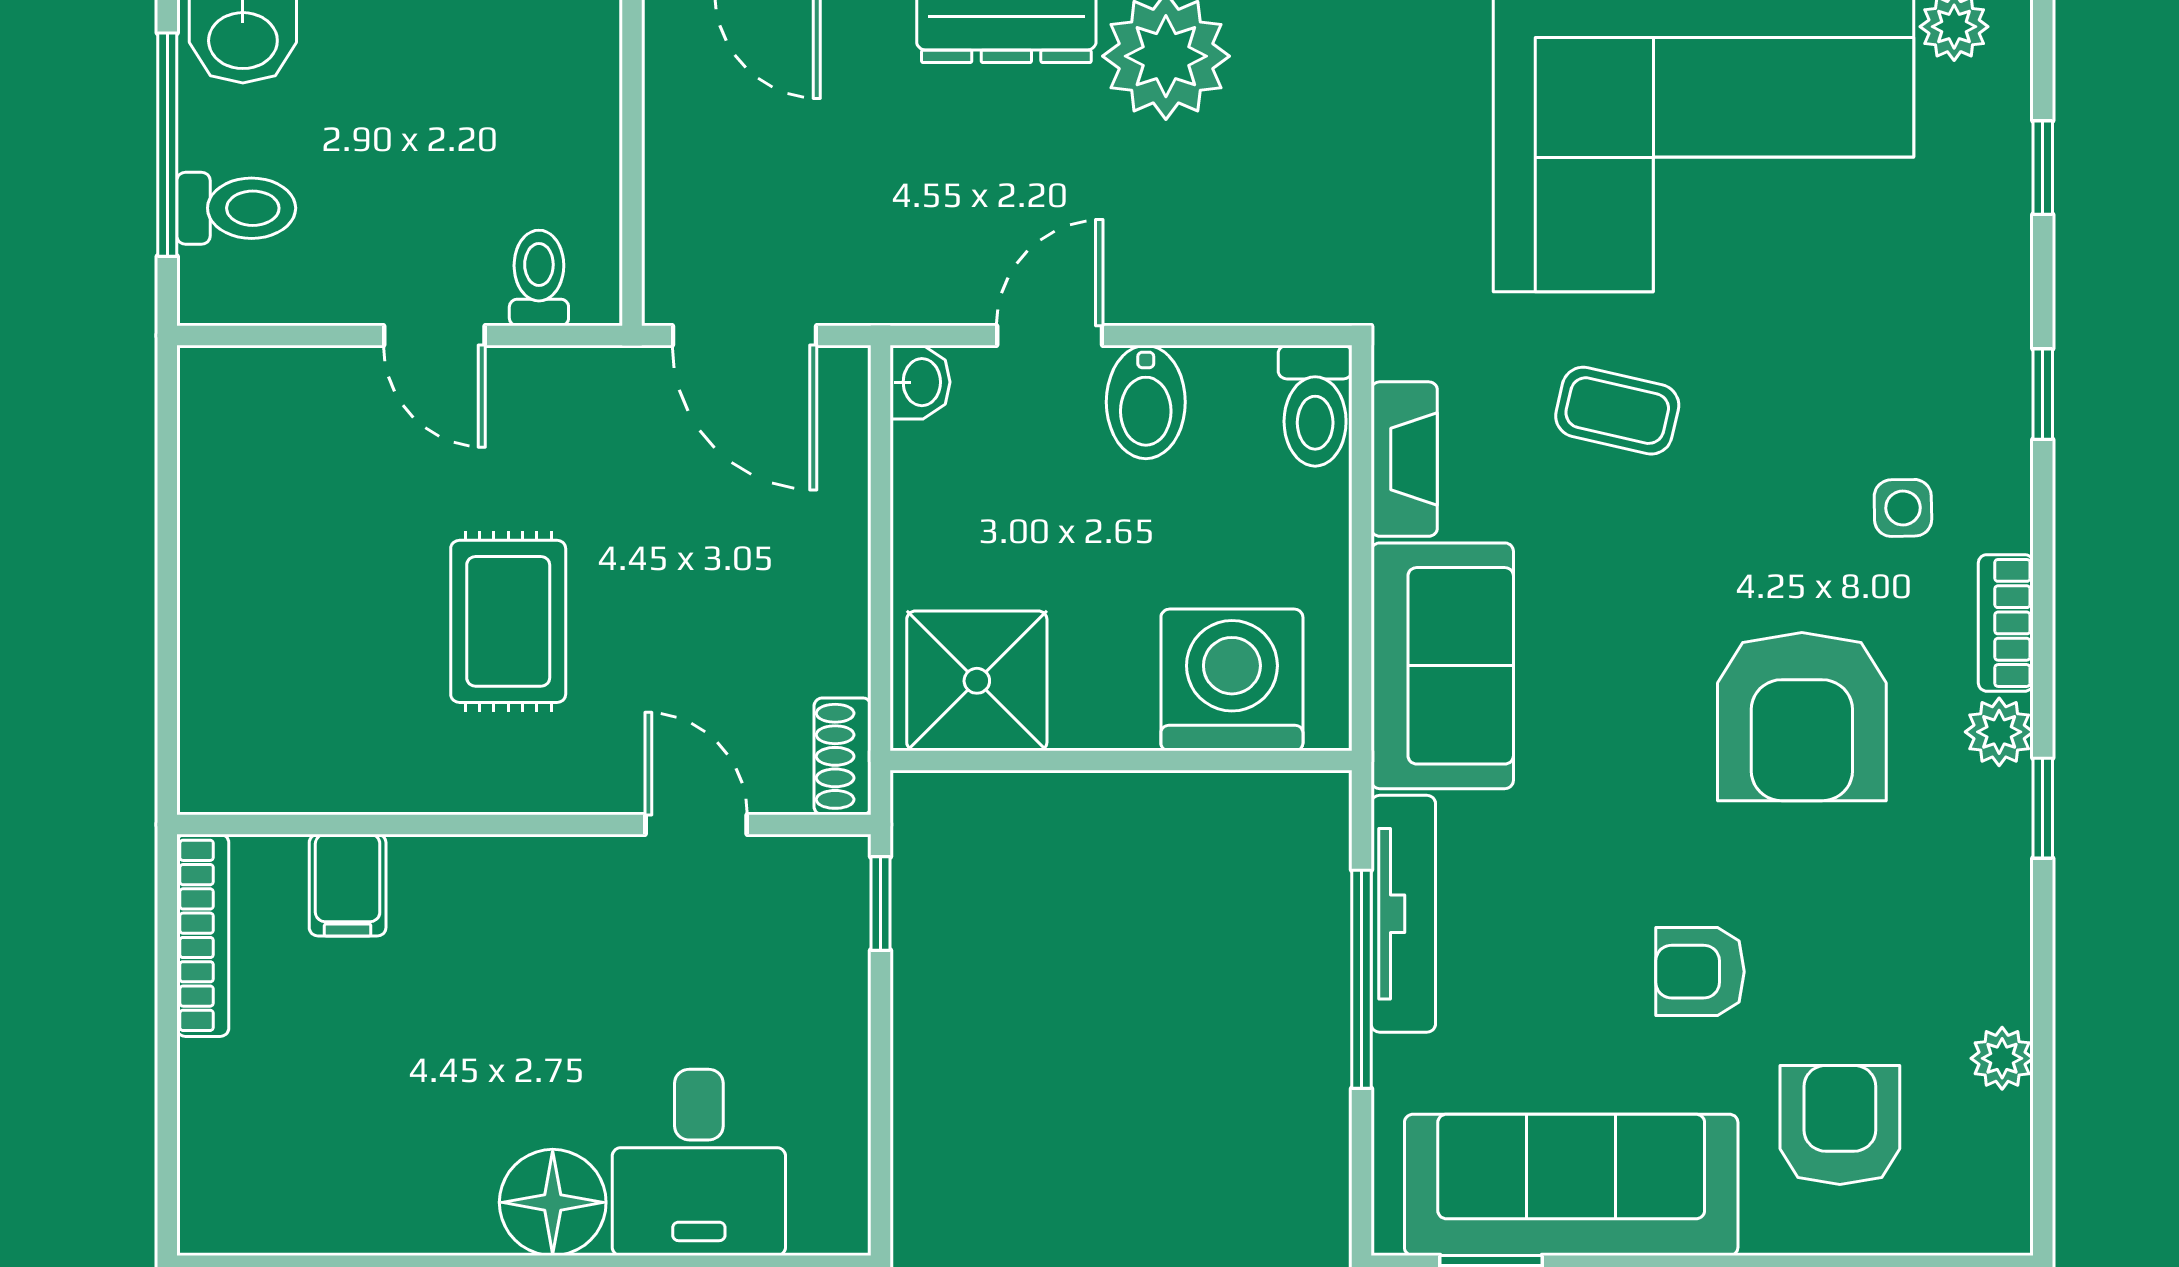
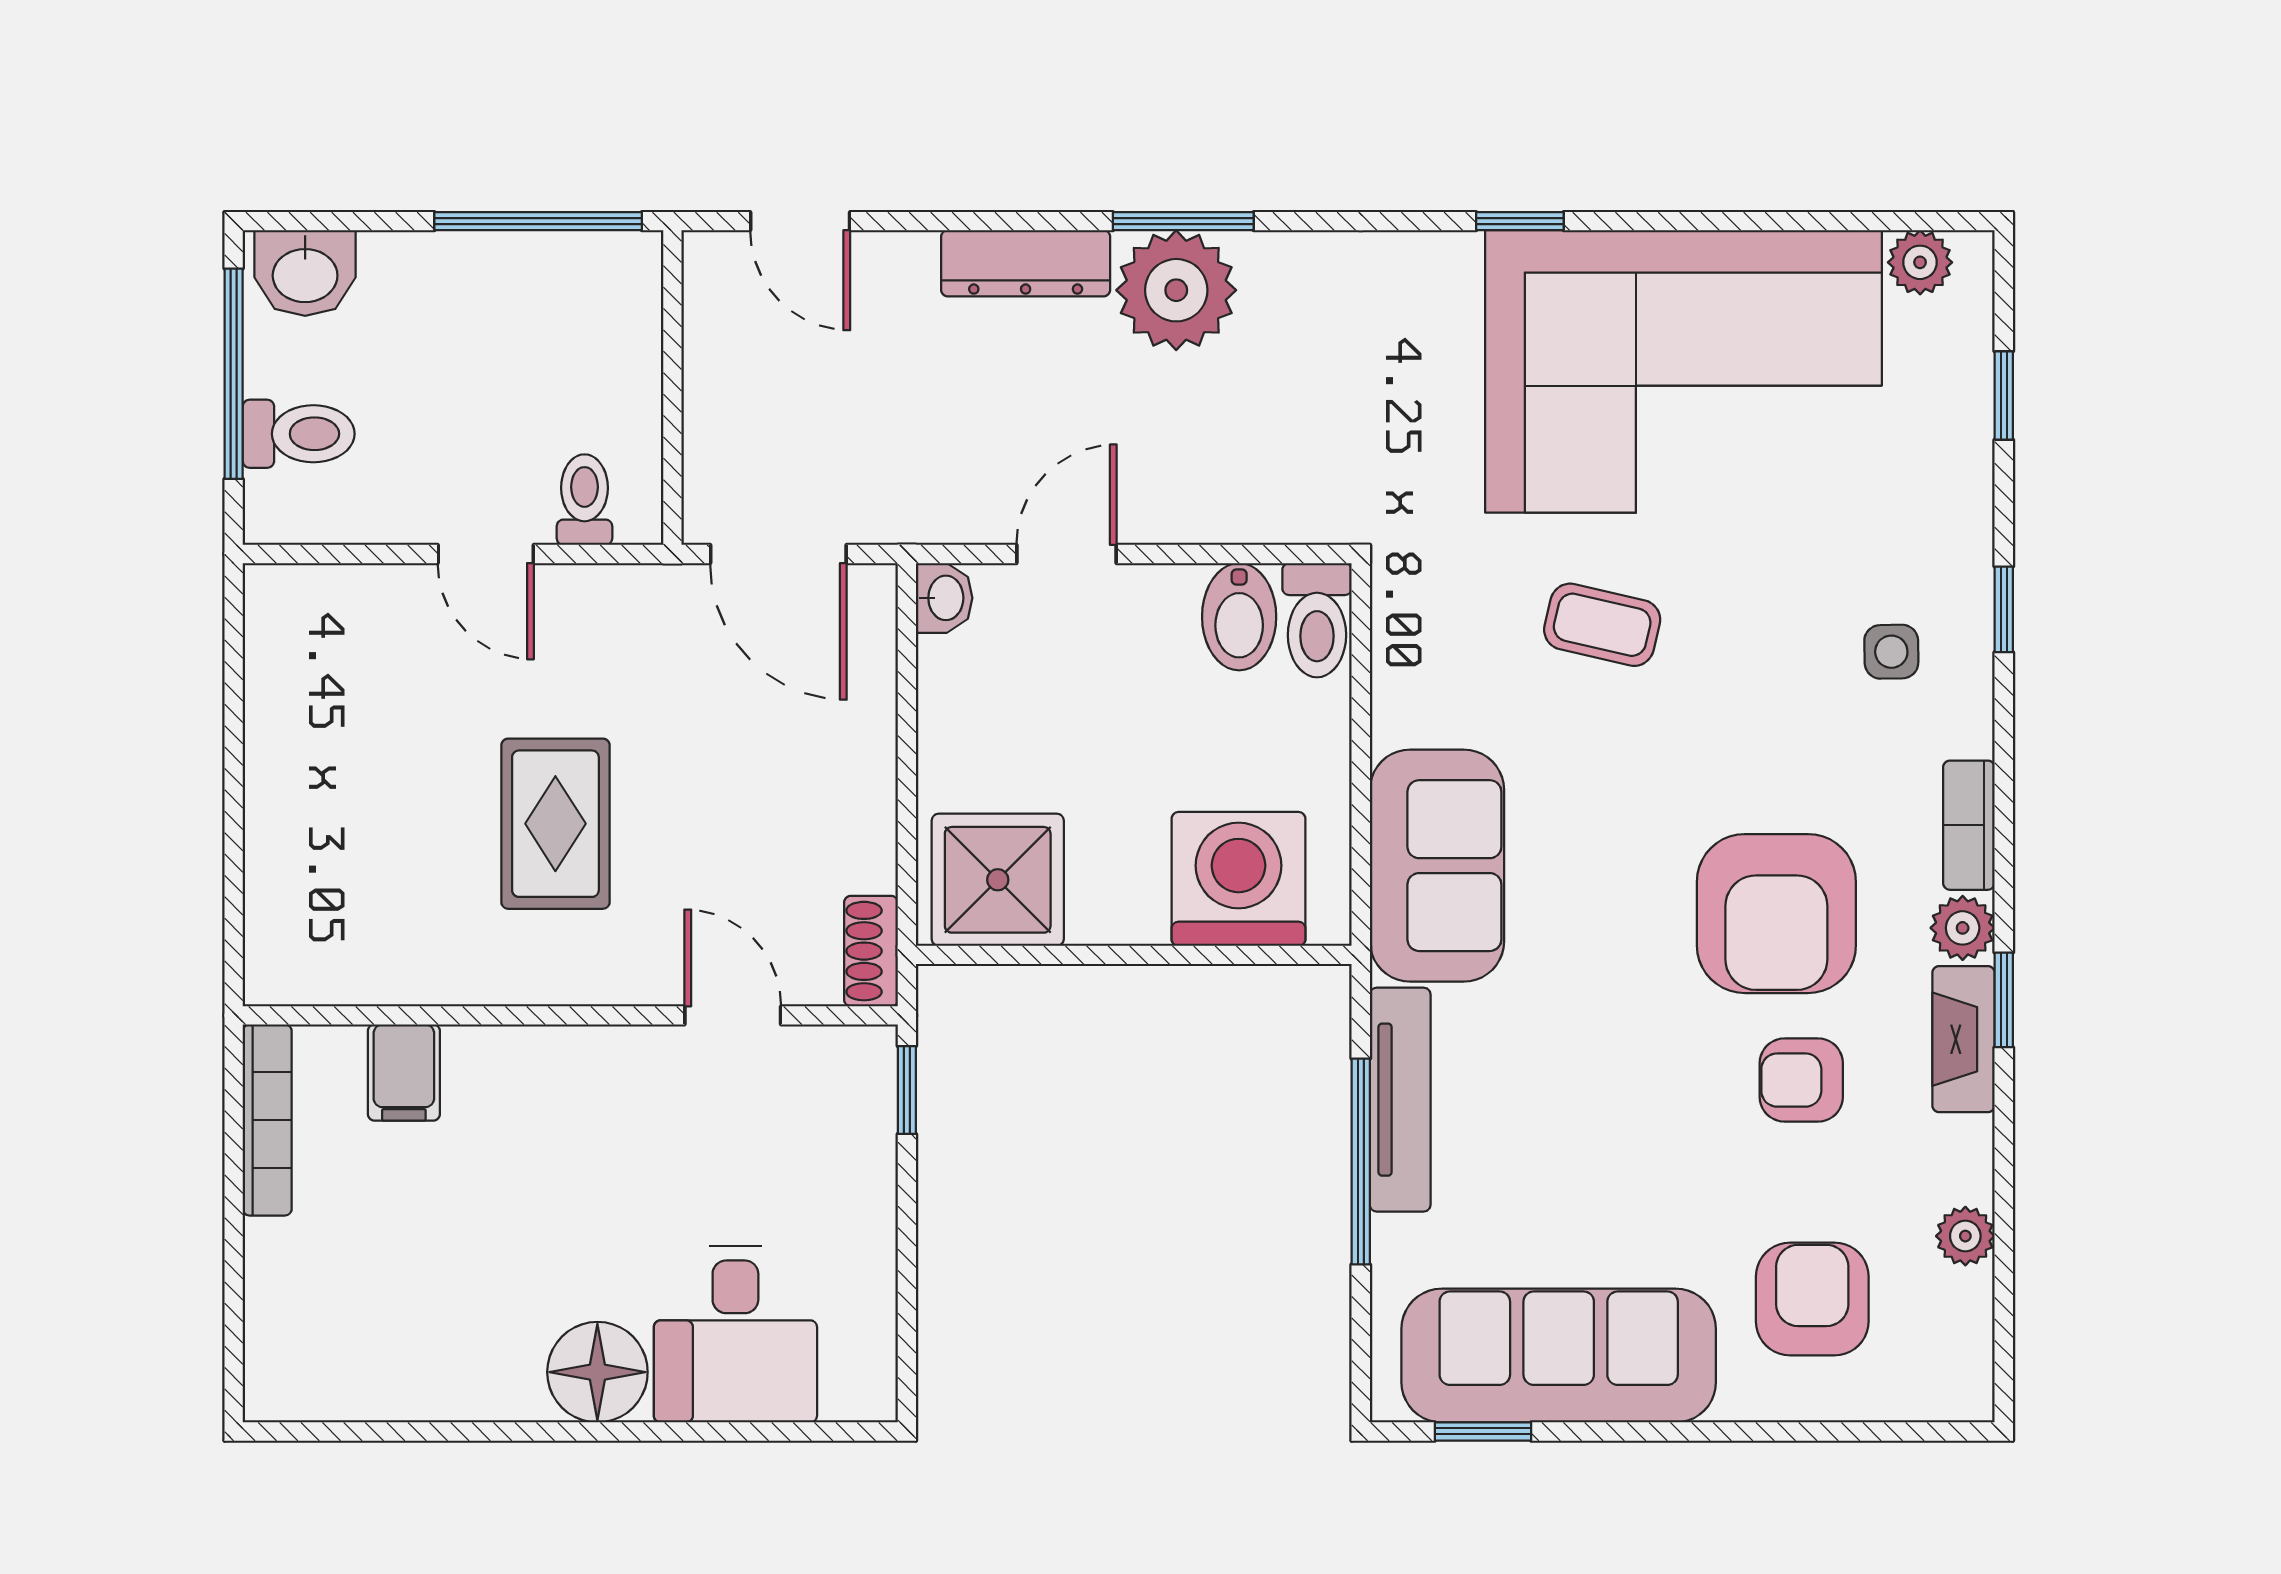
bidet: (1146, 402) -> (1239, 617), moved
fireplace: (1404, 459) -> (1964, 1039), moved, turned 180
side table: (1903, 508) -> (1891, 652), moved
armchair: (1700, 972) -> (1801, 1080), moved

